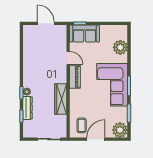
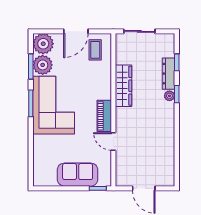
sofa: (85, 34) -> (78, 175), moved
plant: (120, 47) -> (43, 65), moved

